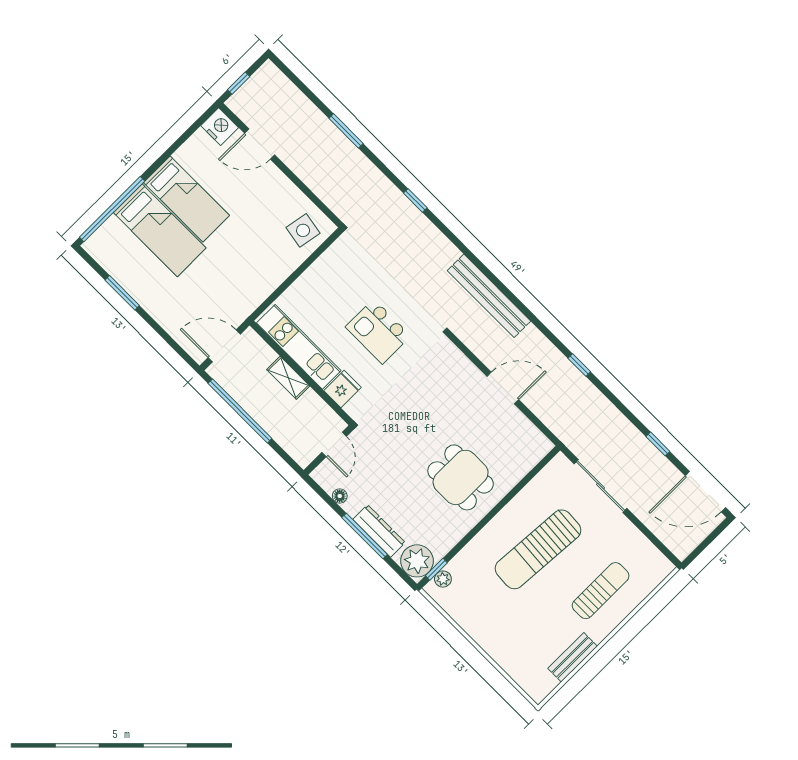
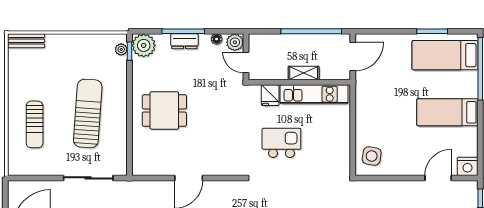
bed: (160, 230) -> (445, 55), moved
plant: (325, 475) -> (235, 42), added
dresser: (379, 531) -> (184, 41), width x0.70
bench: (573, 657) -> (26, 41), moved, turned 90

